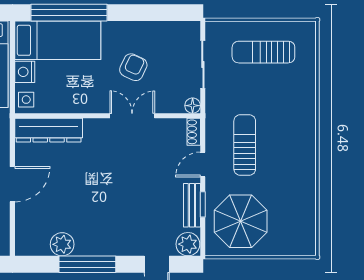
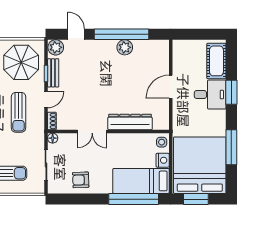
armchair: (133, 67) -> (81, 180), moved, turned 63
dresser: (49, 130) -> (130, 122), moved
plant: (62, 244) -> (125, 47), moved
window: (87, 264) -> (122, 34), width x1.46

